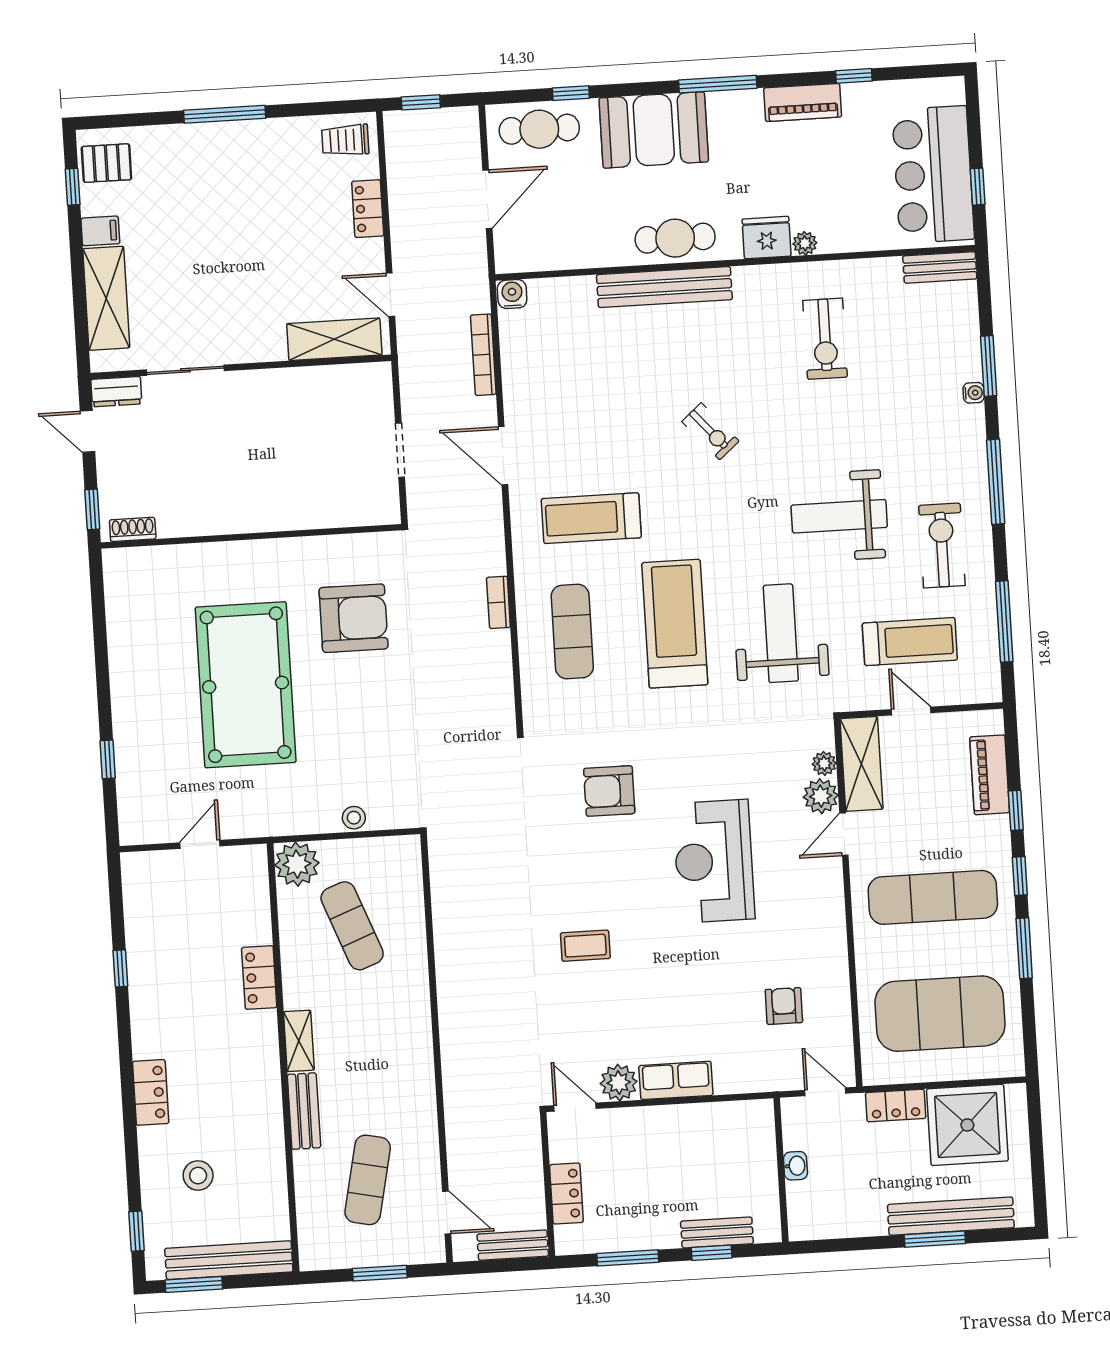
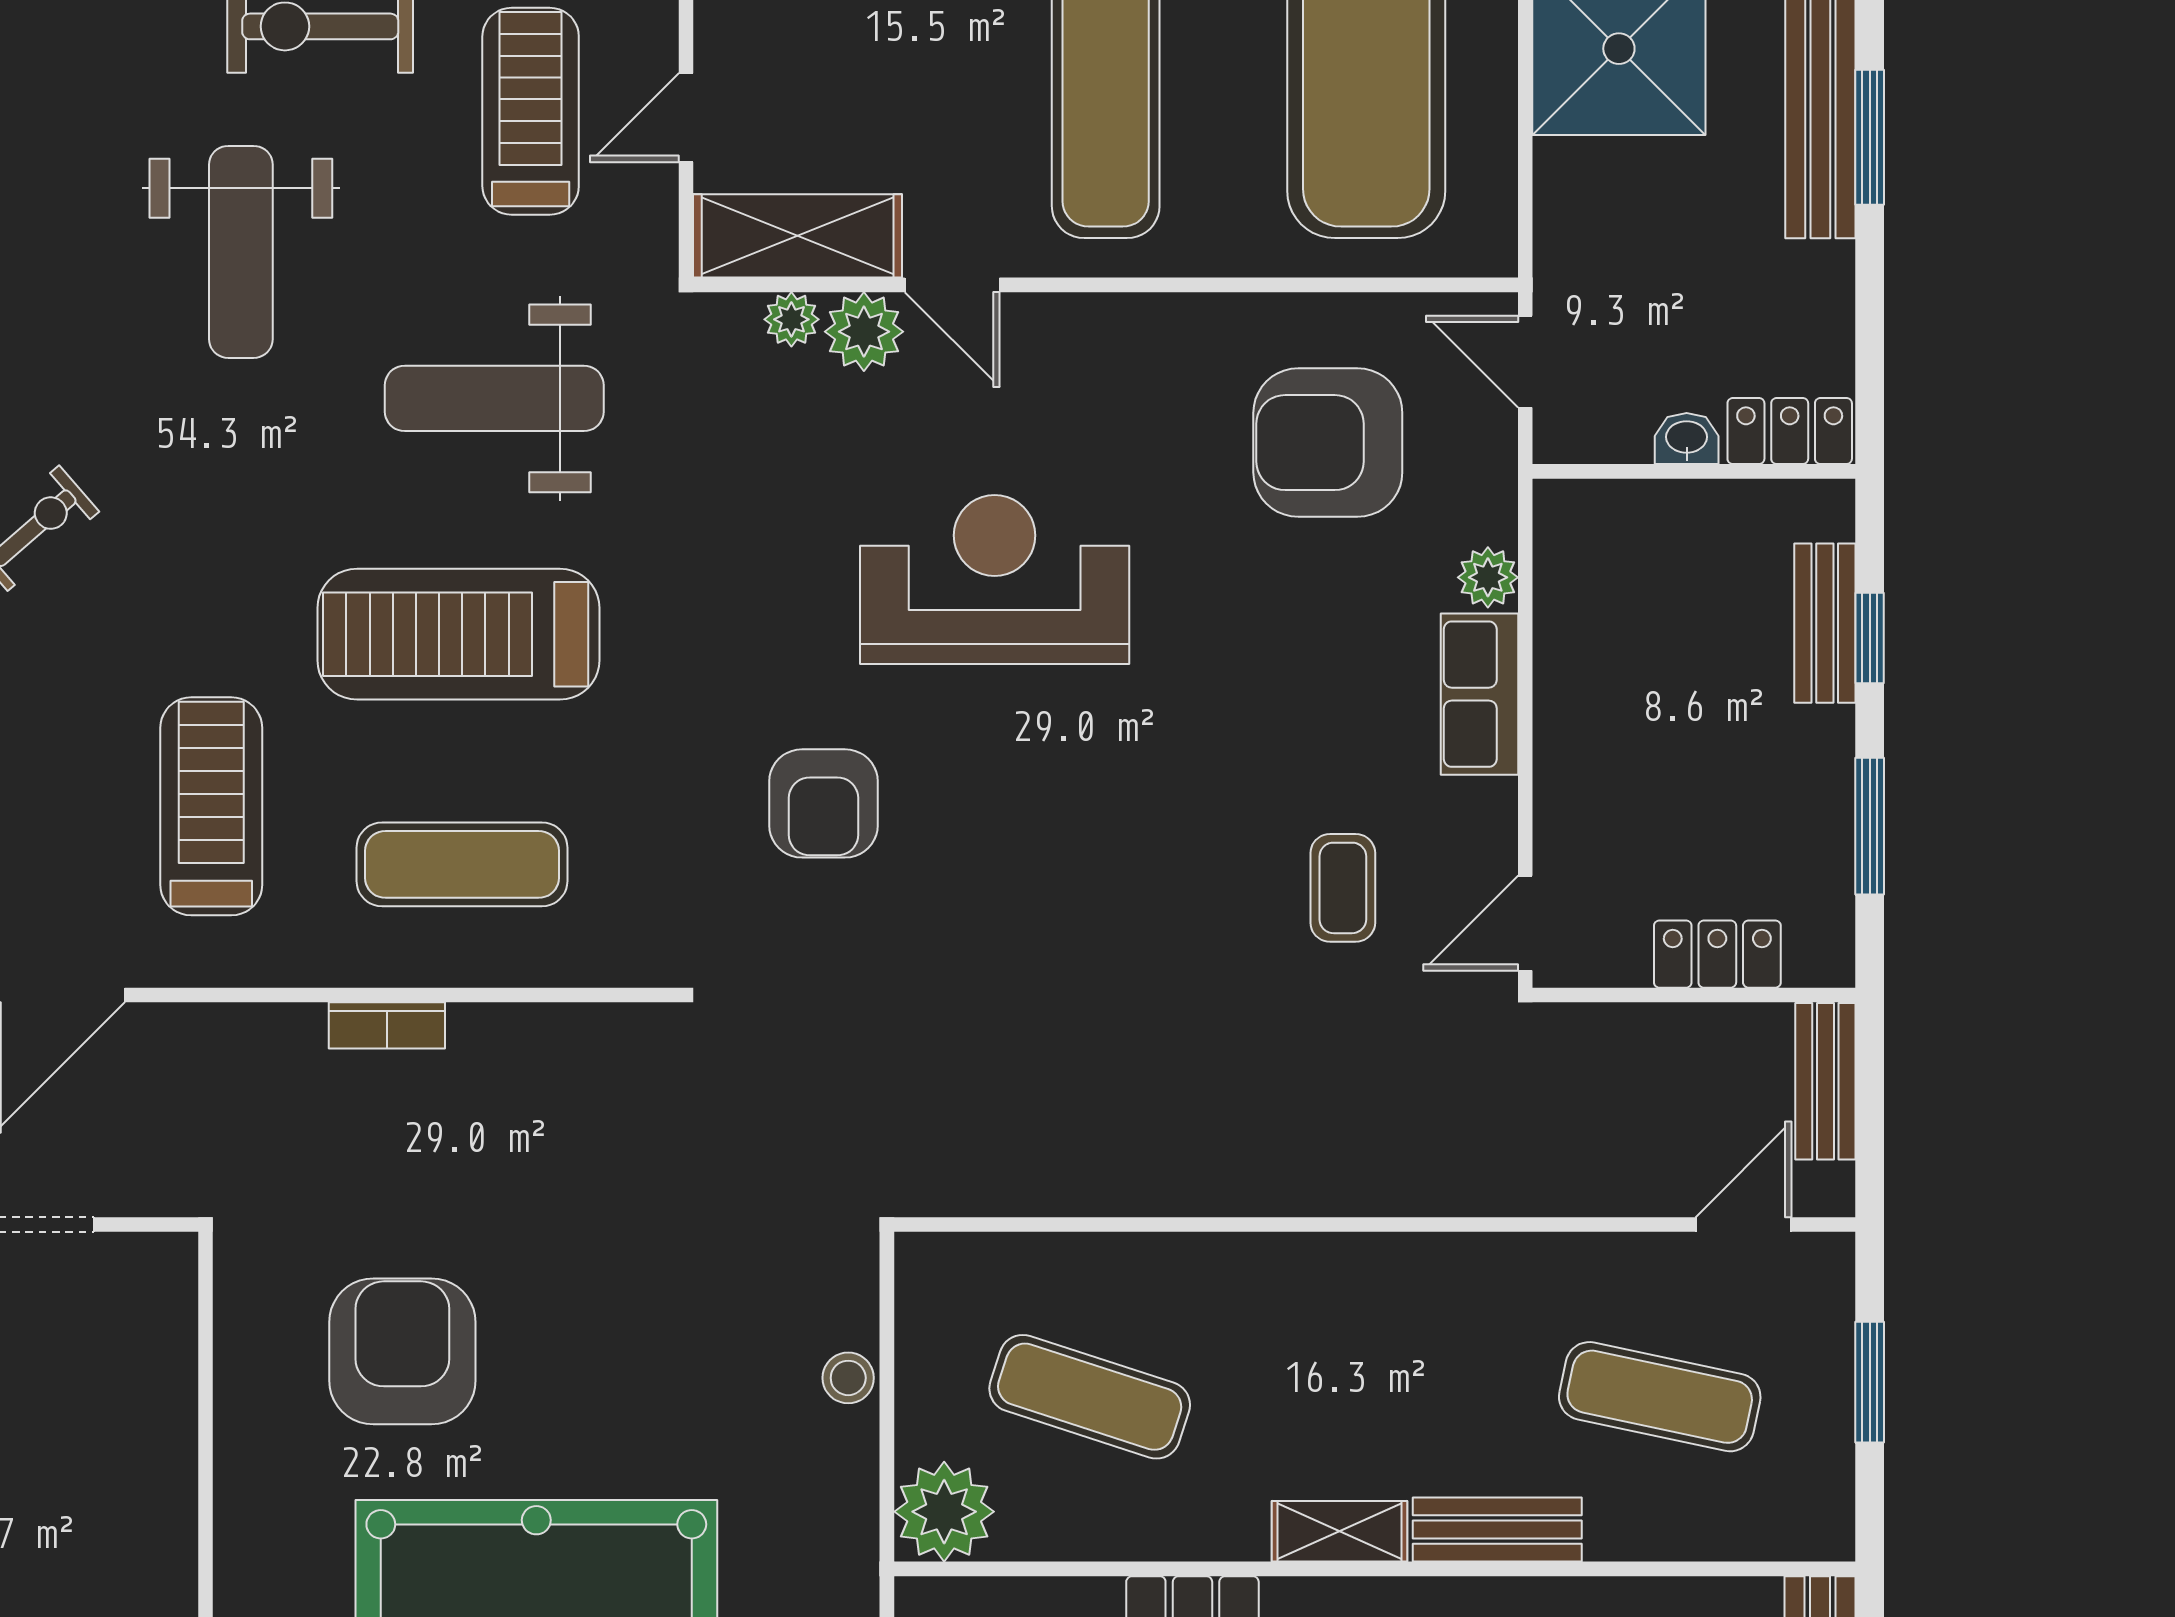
treadmill: (591, 518) -> (211, 806), turned 180
reception desk: (714, 861) -> (995, 579), turned 180
exercise mat: (352, 926) -> (1090, 1397), turned 39
coffee table: (585, 946) -> (1343, 888), moved
armchair: (784, 1006) -> (1328, 443), width x1.88, depth x1.88
plant: (619, 1083) -> (1488, 577), moved, width x0.73, depth x0.73
door: (825, 1092) -> (1525, 362), hinge flipped
locker: (896, 1106) -> (1790, 431), moved, turned -90

